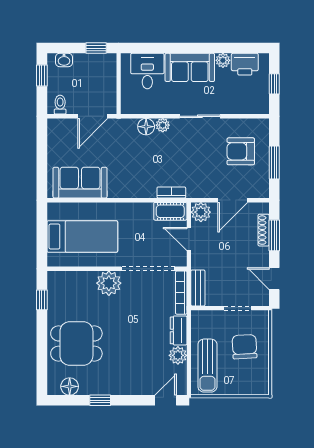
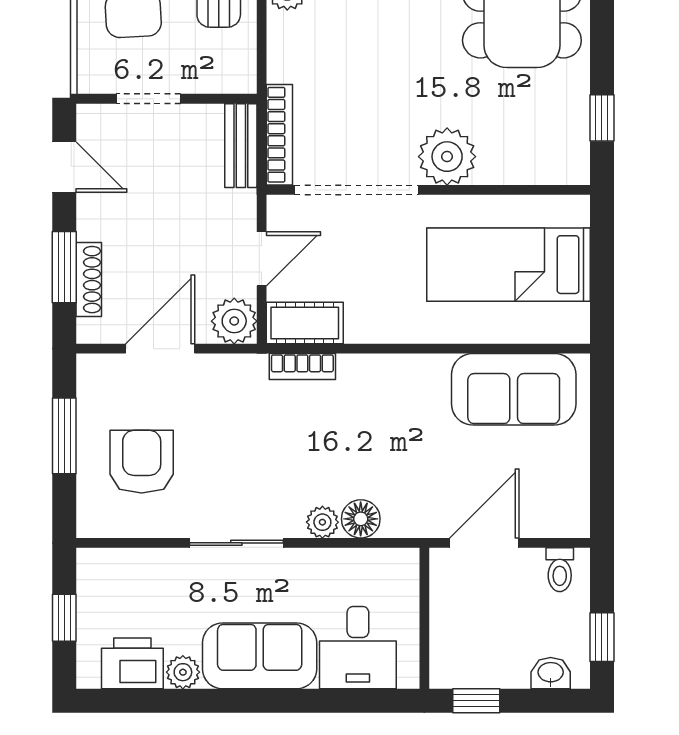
armchair: (241, 151) -> (142, 462), turned -90
door: (189, 239) -> (262, 259), hinge flipped
dresser: (179, 330) -> (286, 47), removed

